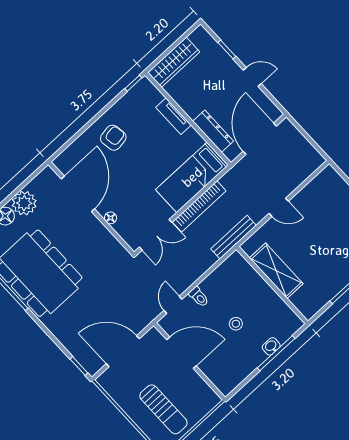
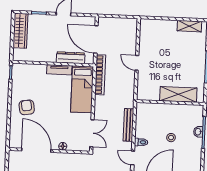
wardrobe: (174, 62) -> (20, 31), moved
tv unit: (173, 116) -> (59, 70), moved
bookcase: (199, 206) -> (100, 75), moved
door: (279, 207) -> (137, 63), swing flipped
bench: (234, 237) -> (128, 125), moved
shelving: (276, 271) -> (178, 94), moved

